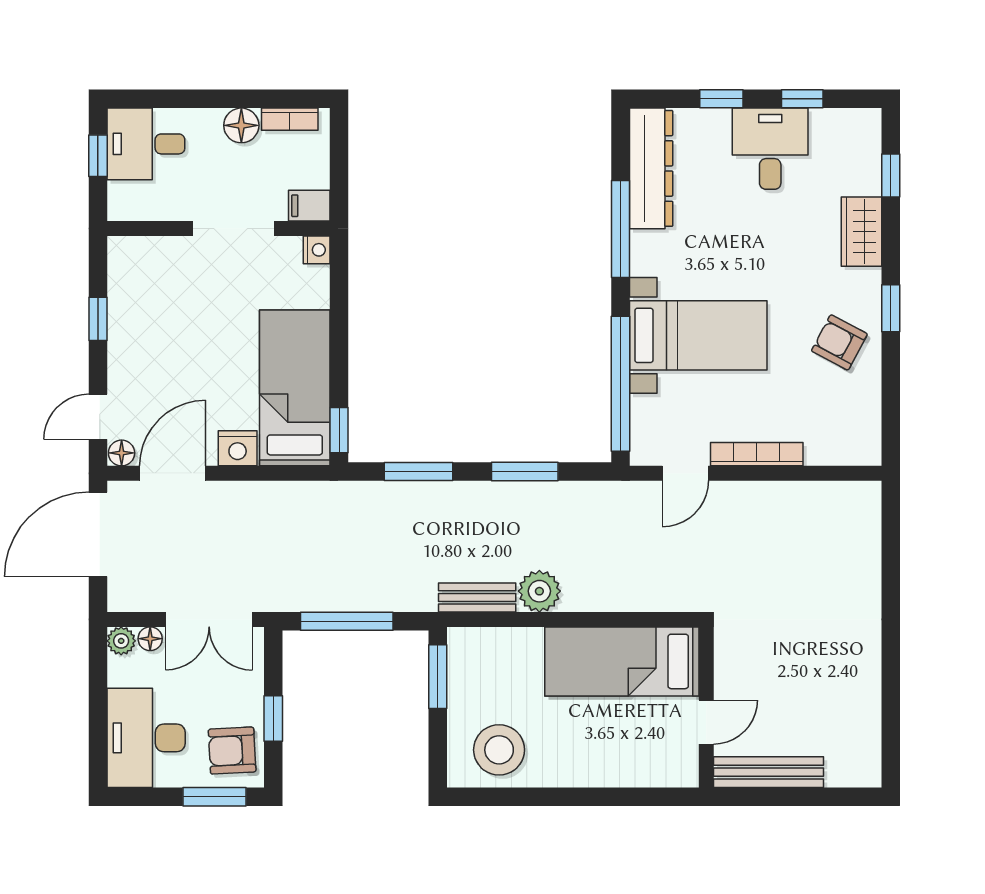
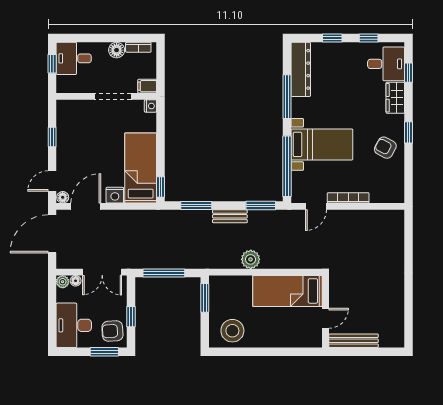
desk: (770, 149) -> (386, 64), moved, turned 90
window: (525, 471) -> (261, 206), moved
bench: (477, 597) -> (230, 216), moved

